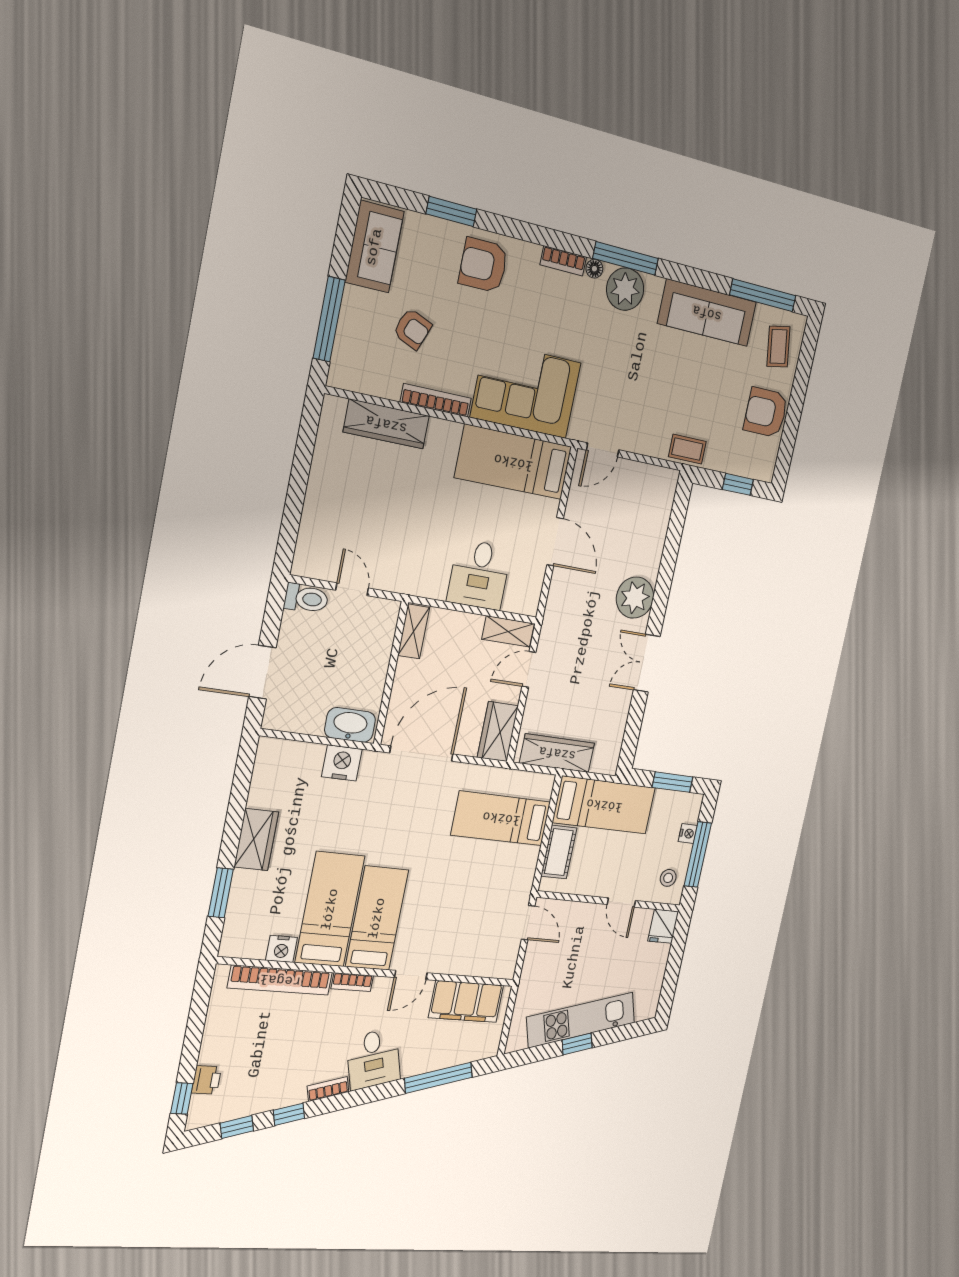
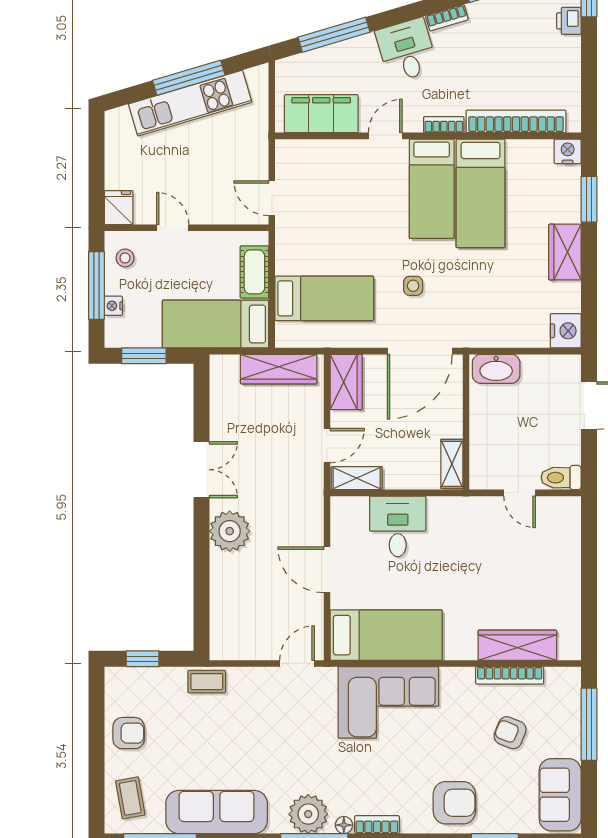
bookcase: (436, 400) -> (510, 675), moved
armchair: (766, 412) -> (129, 733), width x0.72, depth x0.72
nightstand: (342, 763) -> (566, 331), moved, turned -90
side table: (415, 821) -> (413, 286), added
nightstand: (282, 949) -> (568, 151), moved
window: (577, 1044) -> (189, 78), width x2.17

